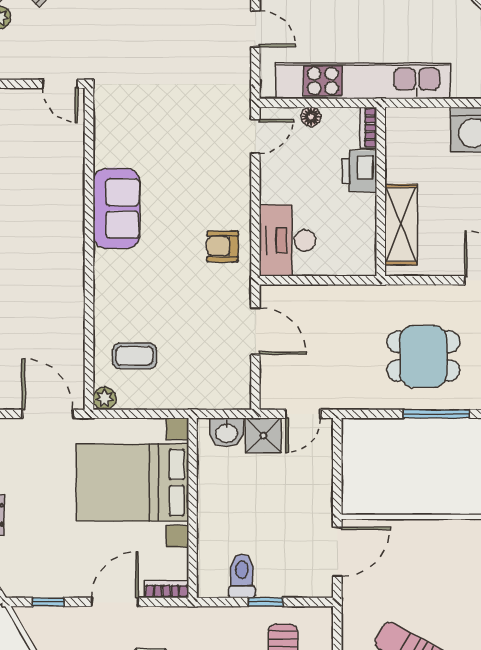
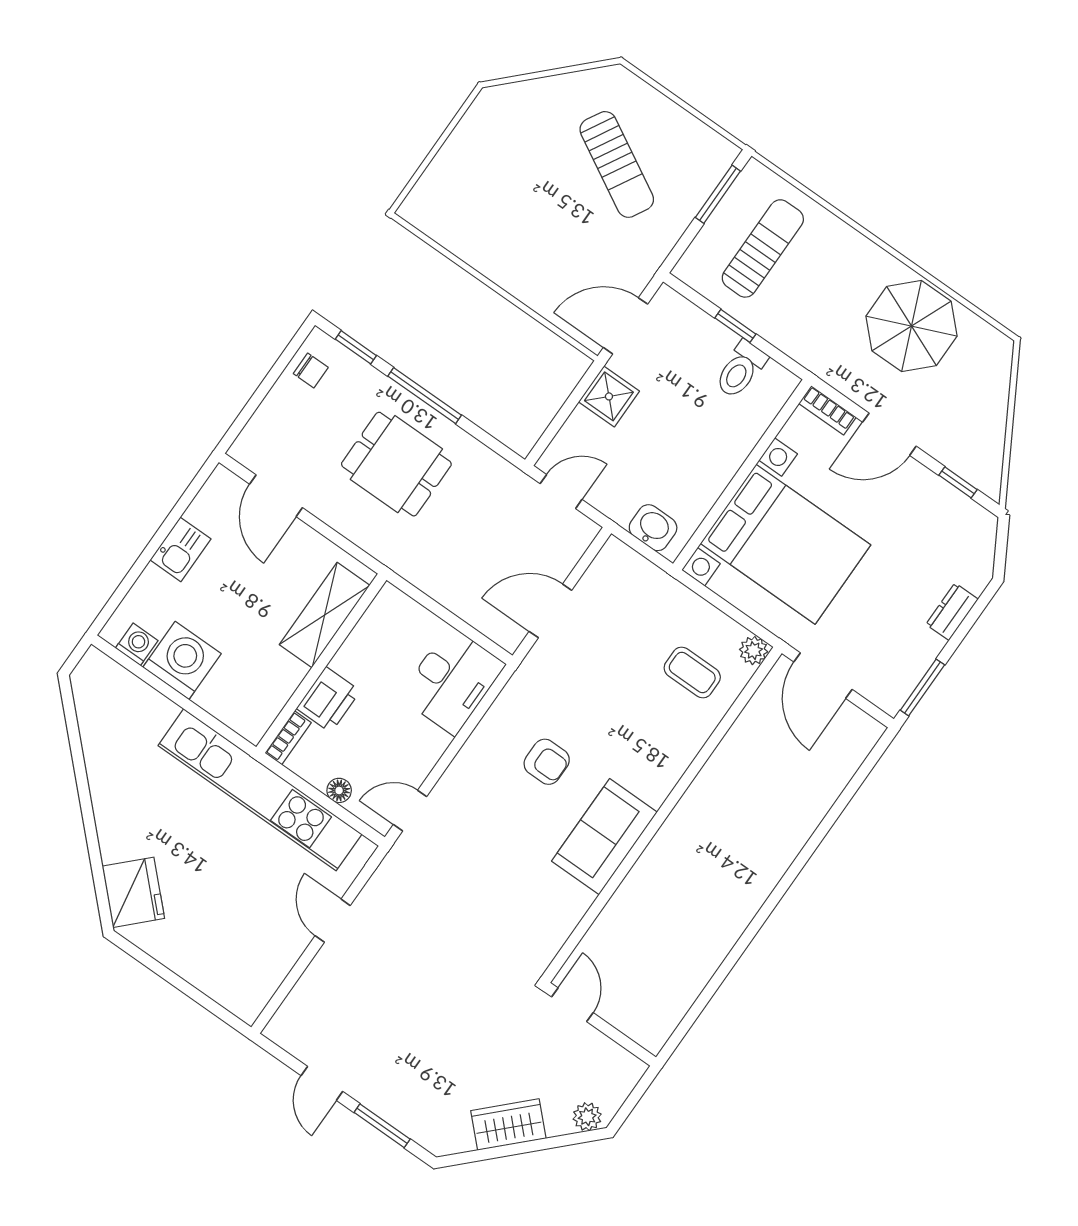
armchair: (223, 246) -> (547, 762), moved
door: (255, 331) -> (550, 611), hinge flipped
shower: (263, 435) -> (609, 396), moved

